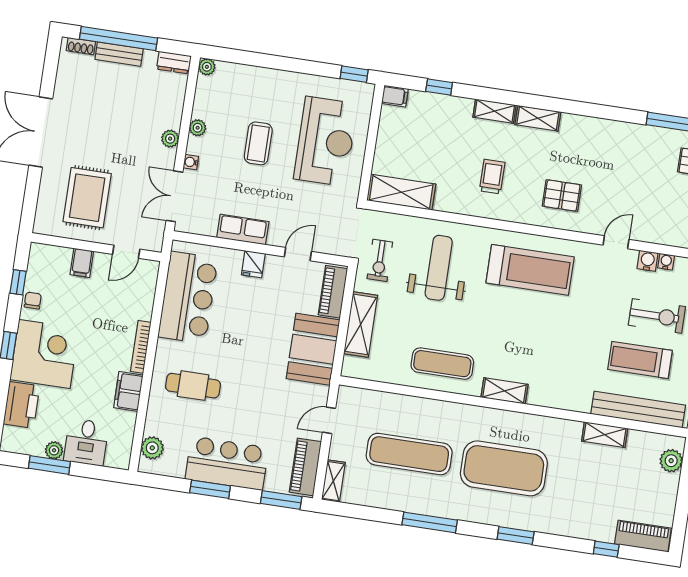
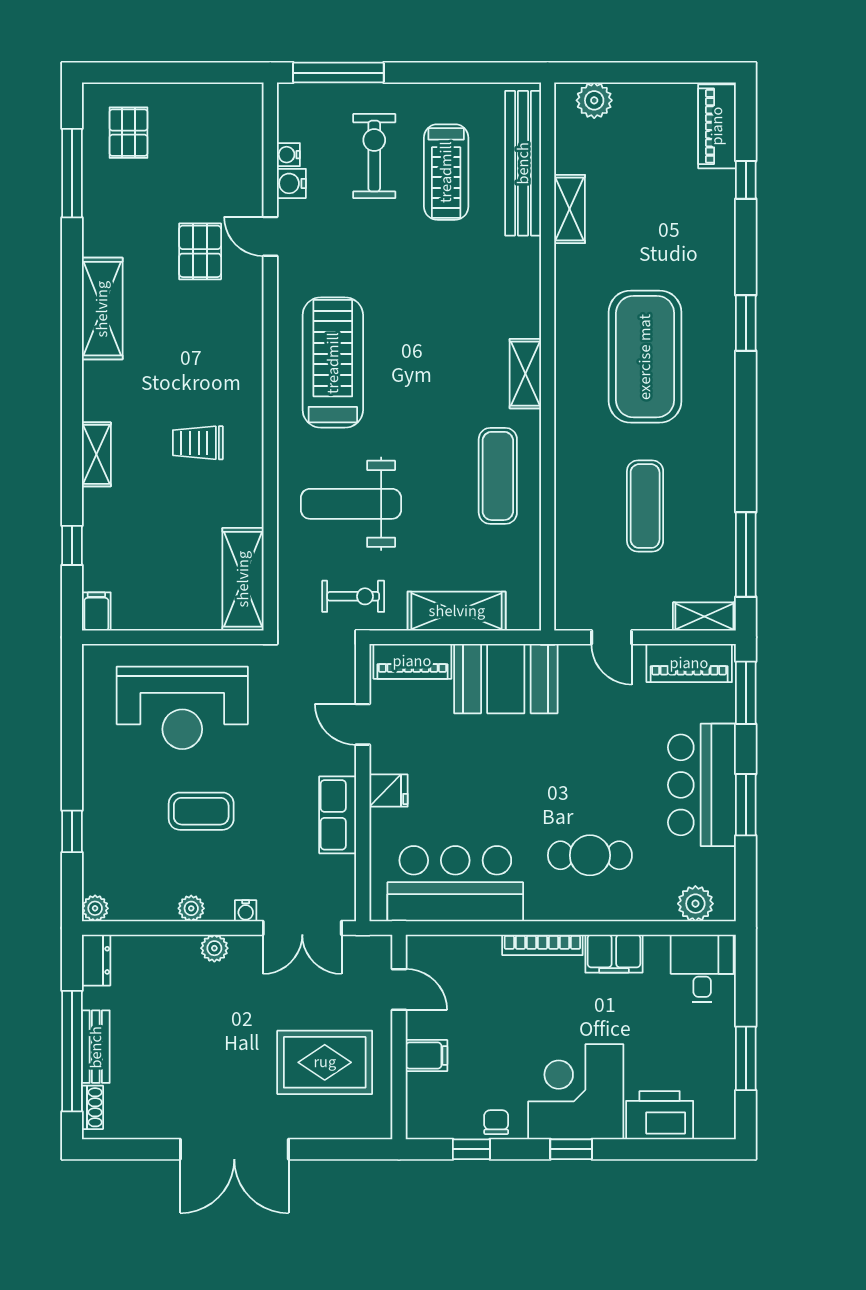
window: (354, 74) -> (72, 831), moved
shelving: (538, 118) -> (102, 309), moved, width x1.50, depth x1.33
reception desk: (326, 141) -> (182, 708), turned 180
pallet: (562, 196) -> (200, 251), moved
chair: (33, 301) -> (496, 1122), turned 90
cafe table: (193, 386) -> (590, 855), turned 90
desk: (86, 442) -> (702, 968), moved, turned -90
plant: (54, 450) -> (722, 1054), removed
exercise mat: (409, 454) -> (645, 506), width x0.73, depth x0.69
window: (430, 522) -> (746, 554), moved

